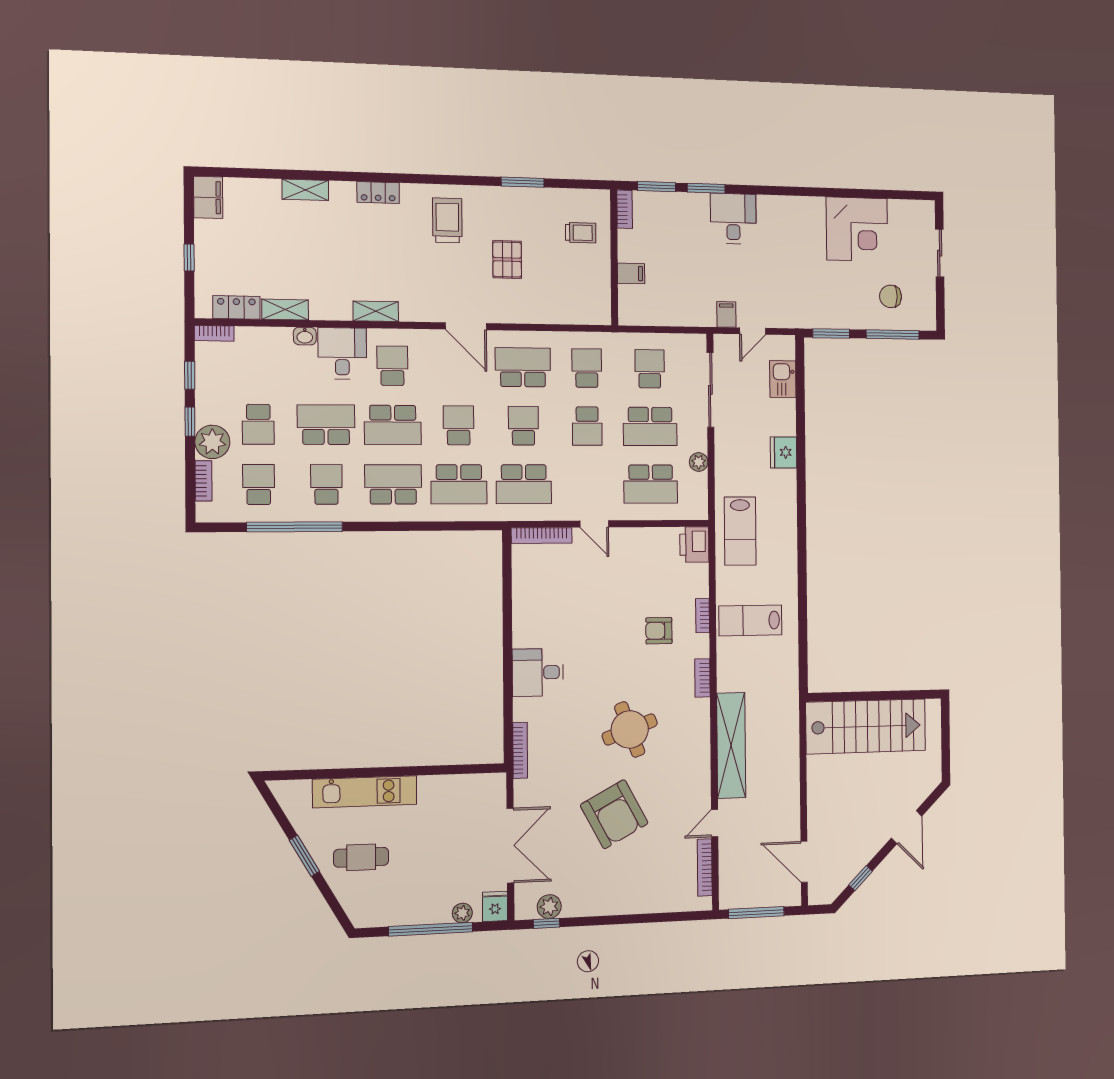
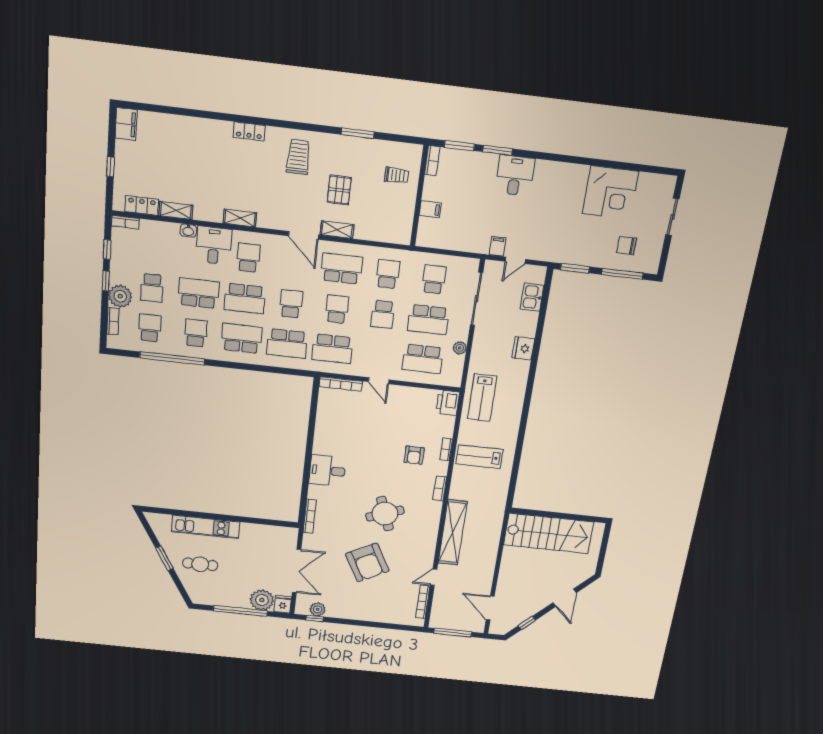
shelving: (305, 190) -> (337, 230), moved
armchair: (659, 631) -> (414, 455), turned -90
plant: (462, 913) -> (262, 600), width x1.88, depth x1.88

